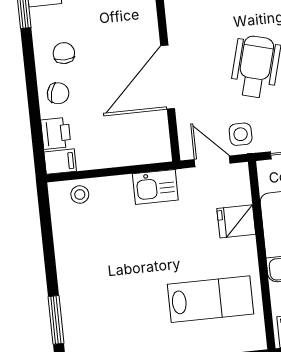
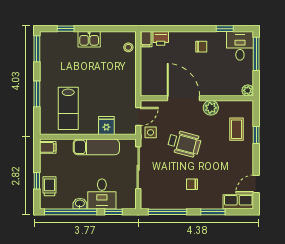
plant: (181, 22) -> (211, 108), added
chair: (58, 93) -> (181, 42), removed
kitchen sink: (155, 187) -> (89, 39), moved, turned -90
window: (56, 320) -> (66, 29), width x0.67

